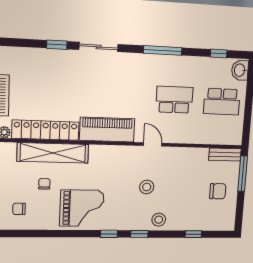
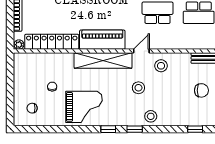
door: (153, 144) -> (141, 51), hinge flipped
shelving: (53, 153) -> (103, 60), moved
stool: (174, 162) -> (161, 66), added
window: (193, 234) -> (195, 129), moved

